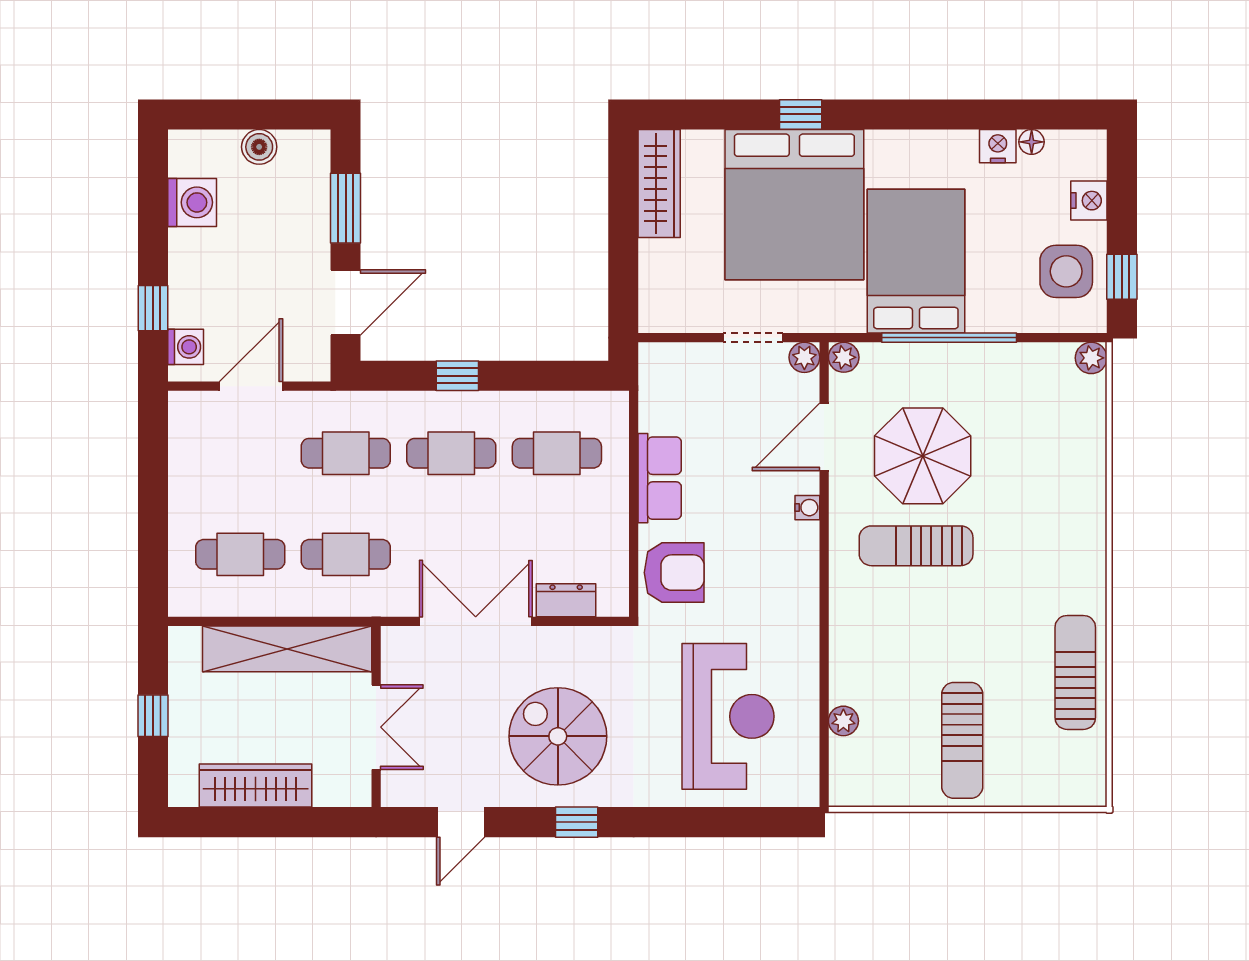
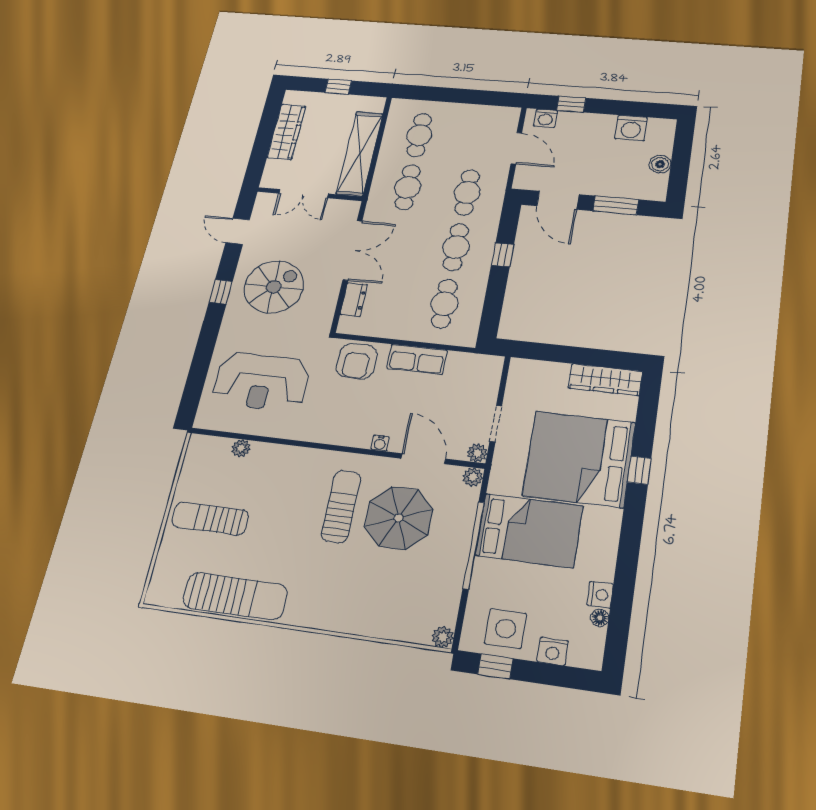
sun lounger: (1075, 672) -> (235, 596), width x1.36, depth x1.34

